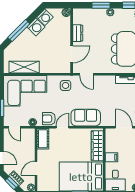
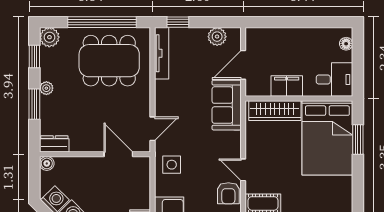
dresser: (78, 33) -> (54, 144), moved
sofa: (86, 118) -> (227, 105), moved
filing cabinet: (112, 157) -> (287, 86), width x2.00

